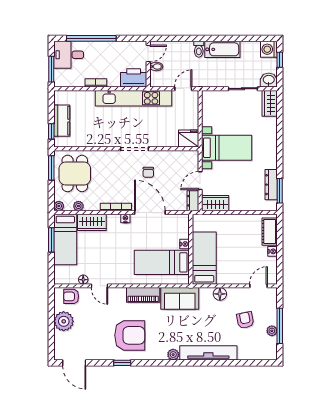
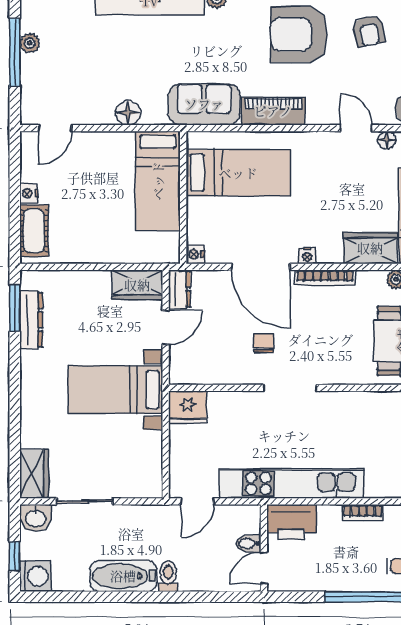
nightstand: (185, 244) -> (195, 254), moved
armchair: (245, 320) -> (369, 31), moved

